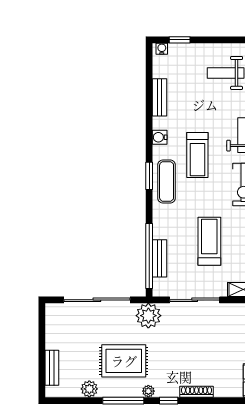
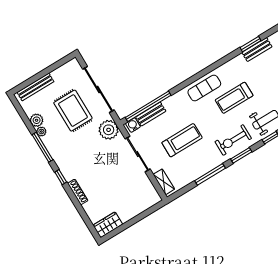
water cooler: (160, 137) -> (133, 125), moved
window: (149, 176) -> (250, 44), moved
rug: (124, 361) -> (73, 111), moved
bench: (52, 368) -> (35, 87), width x1.36
plant: (148, 391) -> (41, 132), moved

